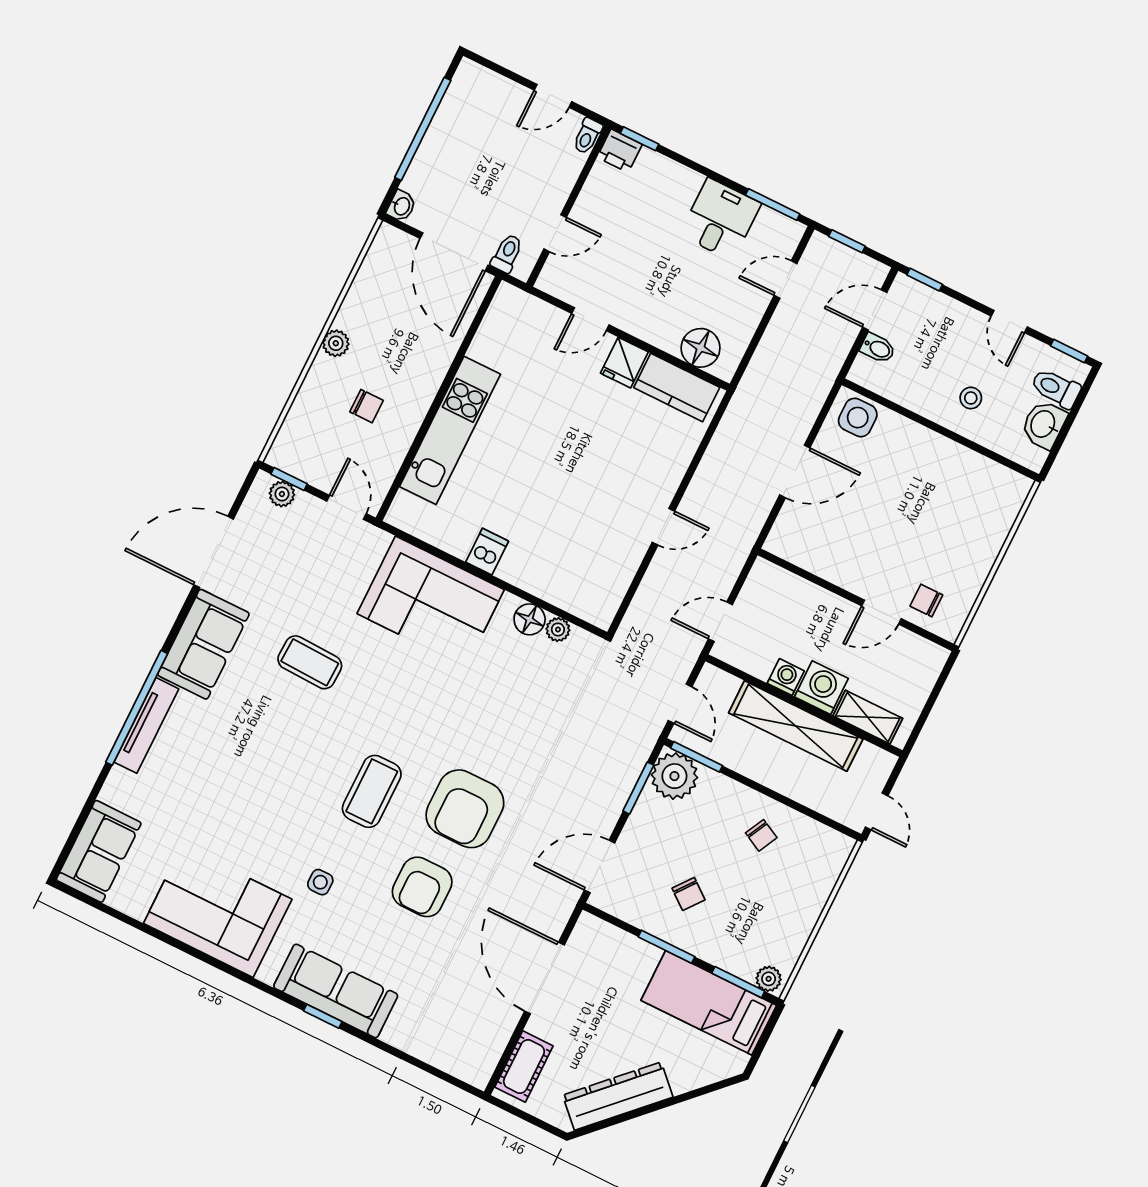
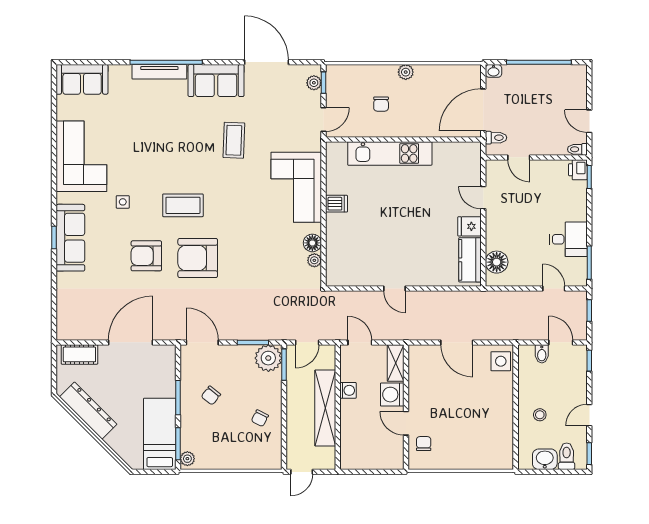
washing machine: (821, 688) -> (392, 395), moved, turned 180
shelving: (868, 717) -> (396, 363), moved

